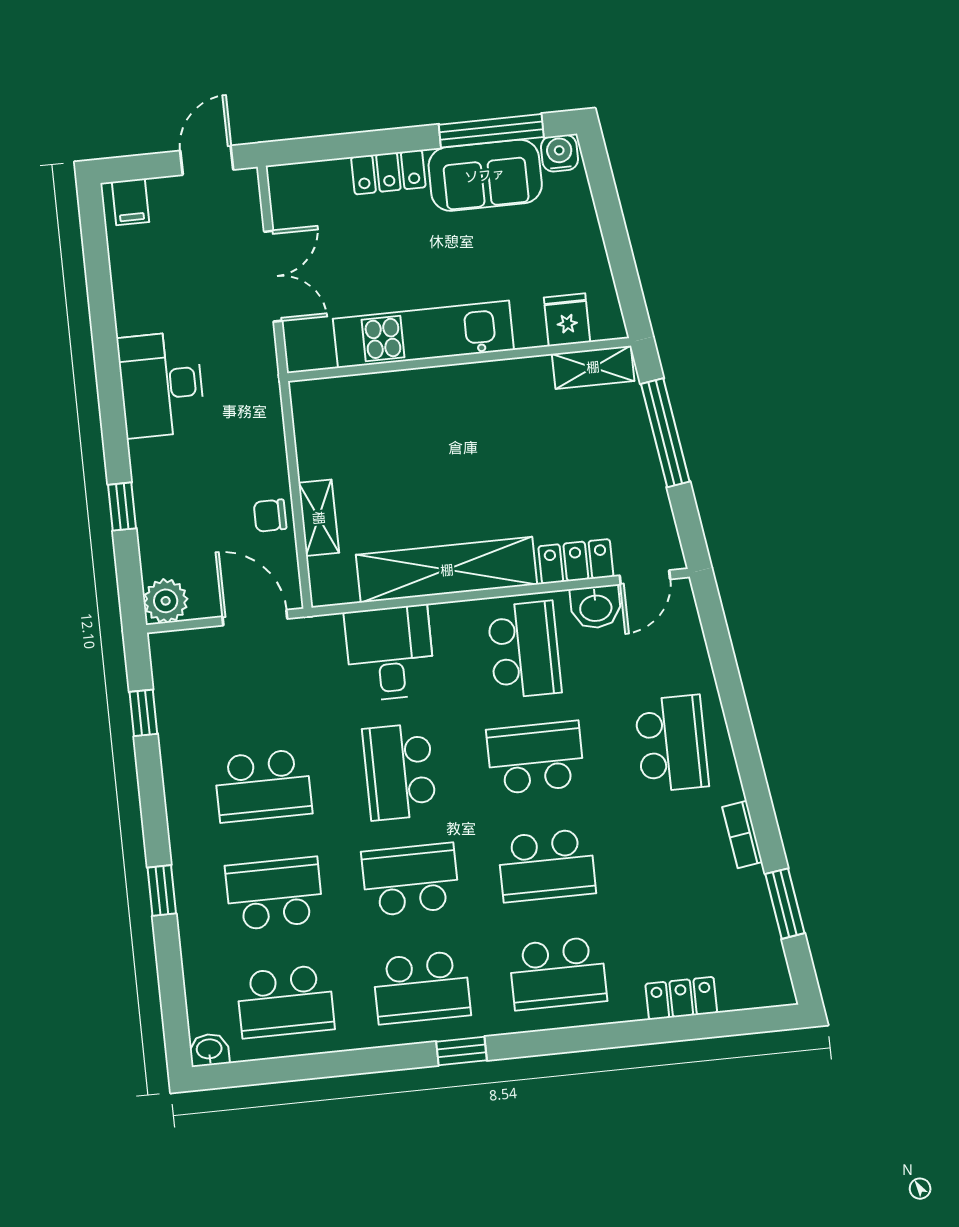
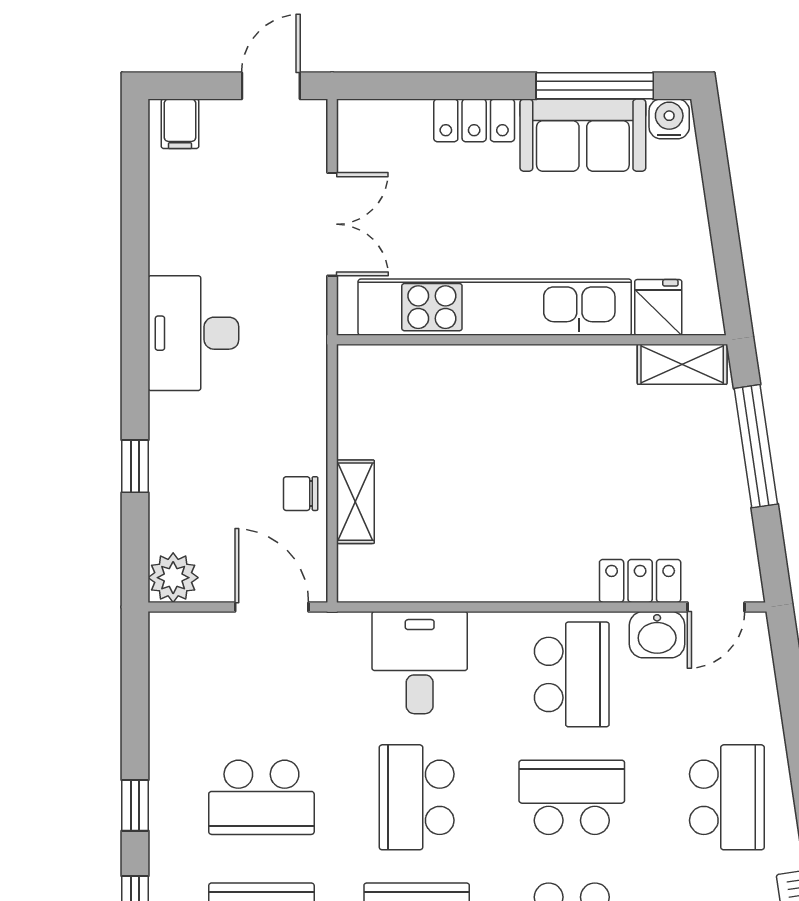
kitchen unit: (423, 334) -> (495, 307), width x1.36
shelving: (447, 570) -> (493, 575), removed
window: (143, 713) -> (135, 805), moved

